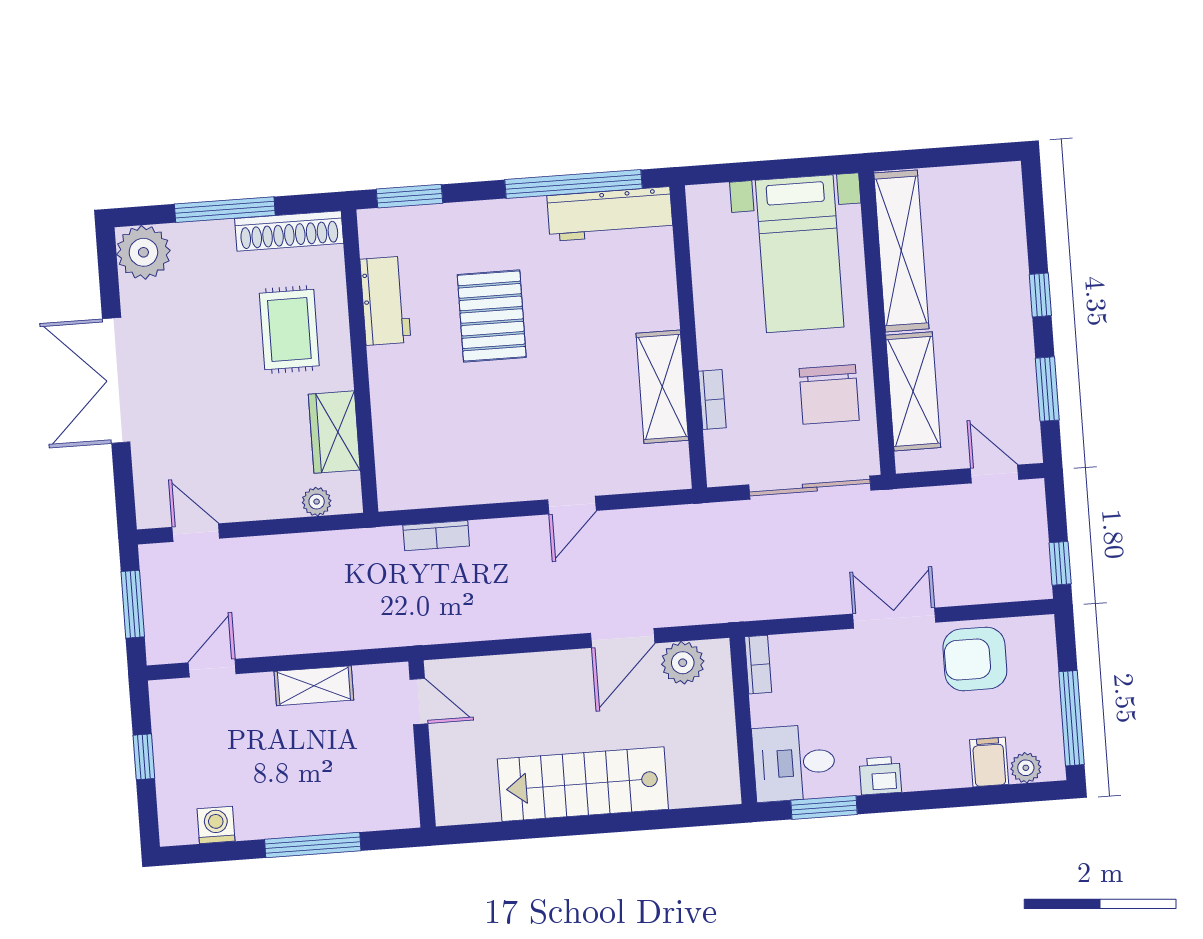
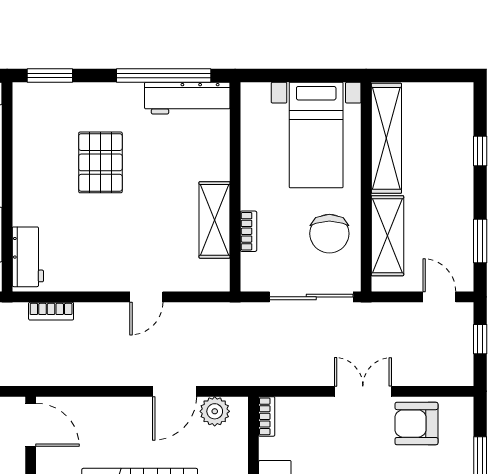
window: (1040, 295) -> (480, 151), moved
workbench: (385, 301) -> (28, 257), moved
window: (1060, 563) -> (480, 339), moved
door: (419, 701) -> (31, 425), width x1.38

